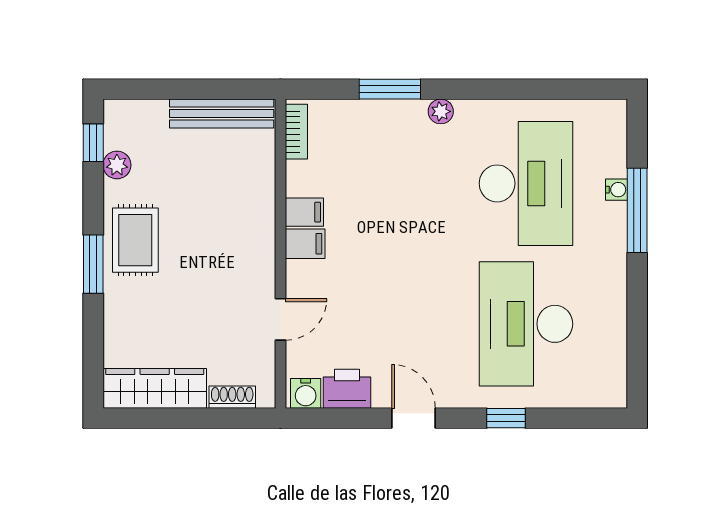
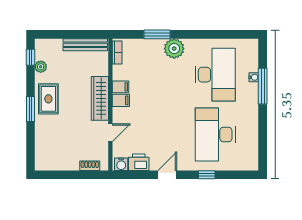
plant: (441, 111) -> (174, 49), width x1.88, depth x1.88
wardrobe: (155, 388) -> (100, 98), moved, turned -90
door: (414, 418) -> (167, 175), hinge flipped

